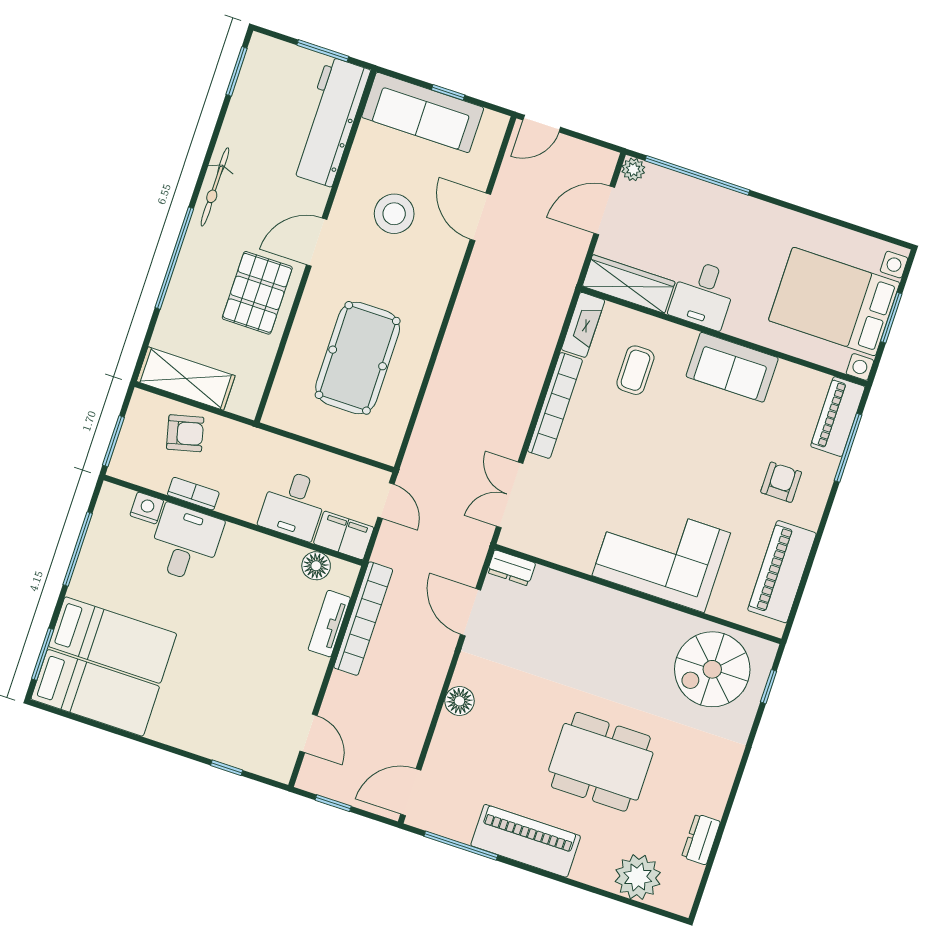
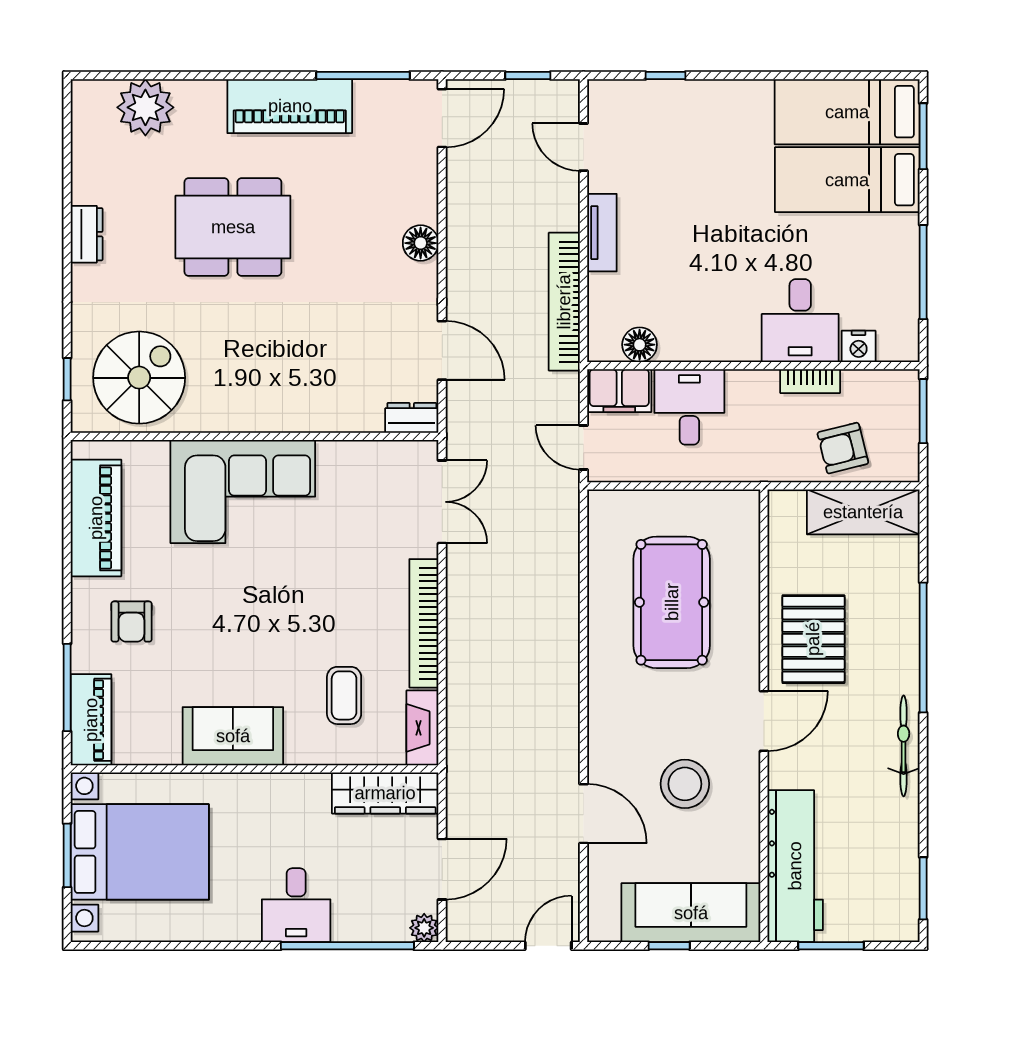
desk: (703, 295) -> (296, 905), moved, turned 180
tv unit: (329, 624) -> (602, 233), moved
dresser: (701, 839) -> (87, 234), moved

